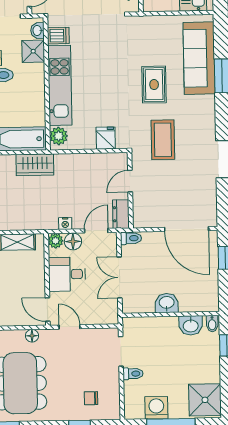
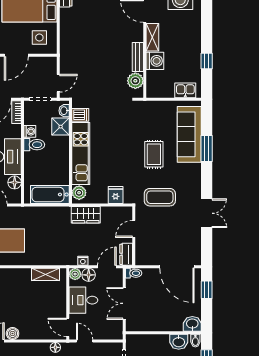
coffee table: (163, 140) -> (160, 197), turned 90
wardrobe: (35, 165) -> (86, 215), moved
washbasin: (167, 303) -> (192, 324), moved

